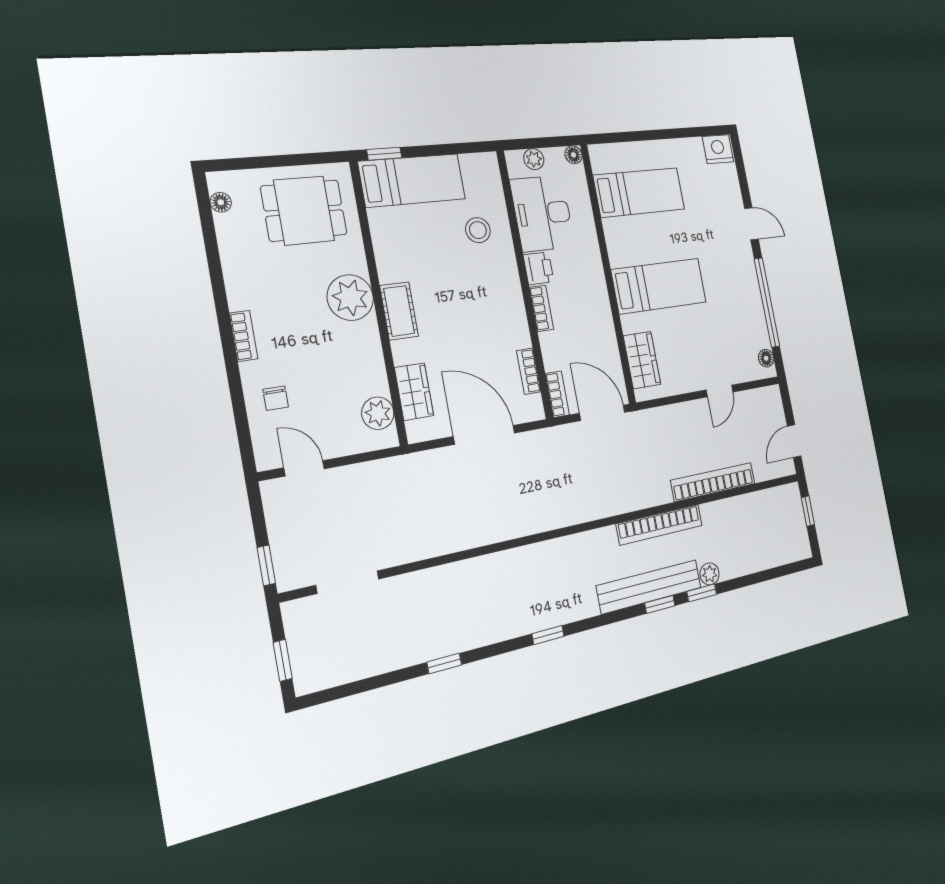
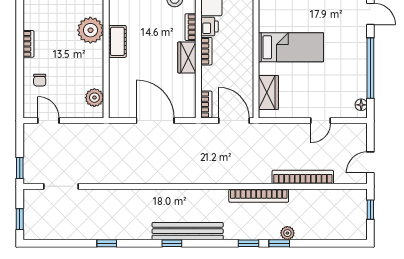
bookcase: (529, 371) -> (191, 27), moved
wardrobe: (414, 392) -> (187, 57), moved, turned 180
bench: (649, 587) -> (188, 231), moved

